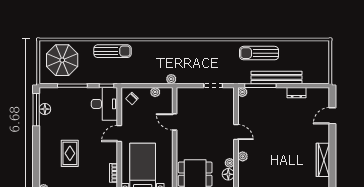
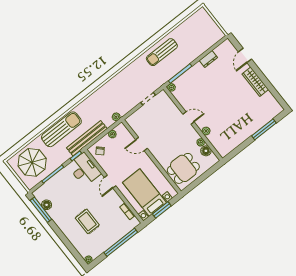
sun lounger: (113, 51) -> (61, 129), width x1.36, depth x1.34
bench: (276, 78) -> (87, 138), moved
wardrobe: (323, 160) -> (255, 82), moved

